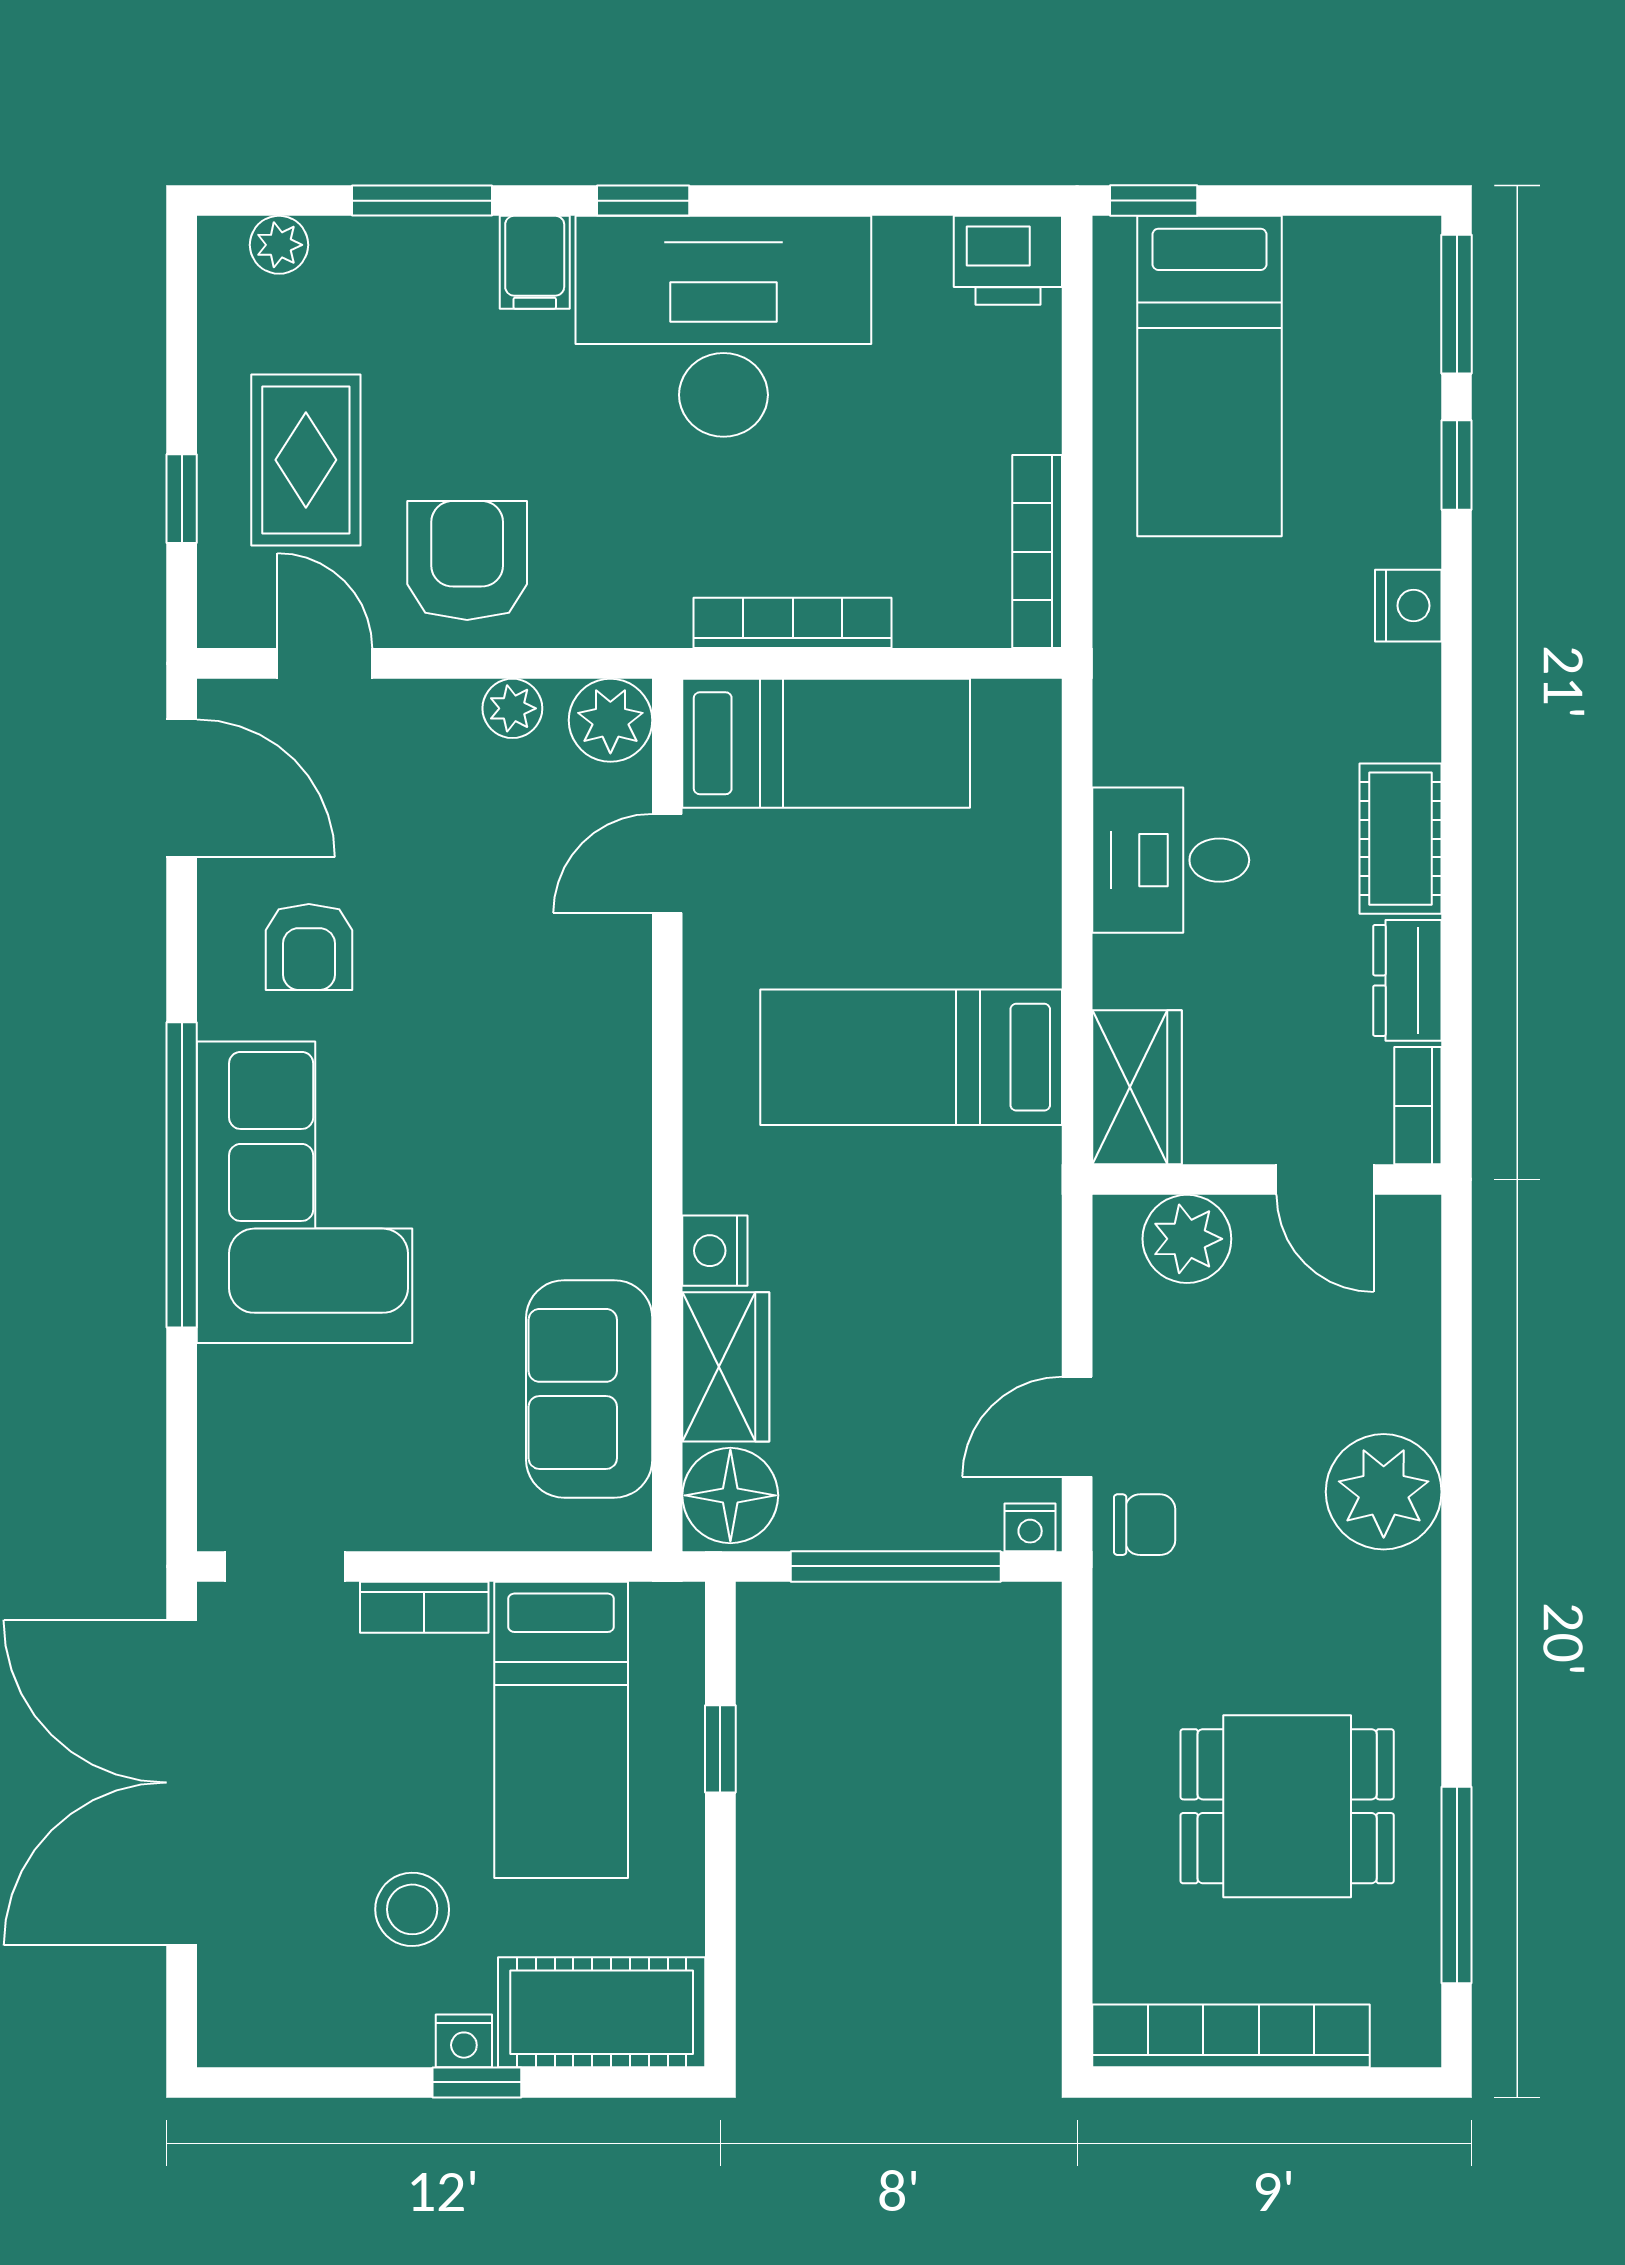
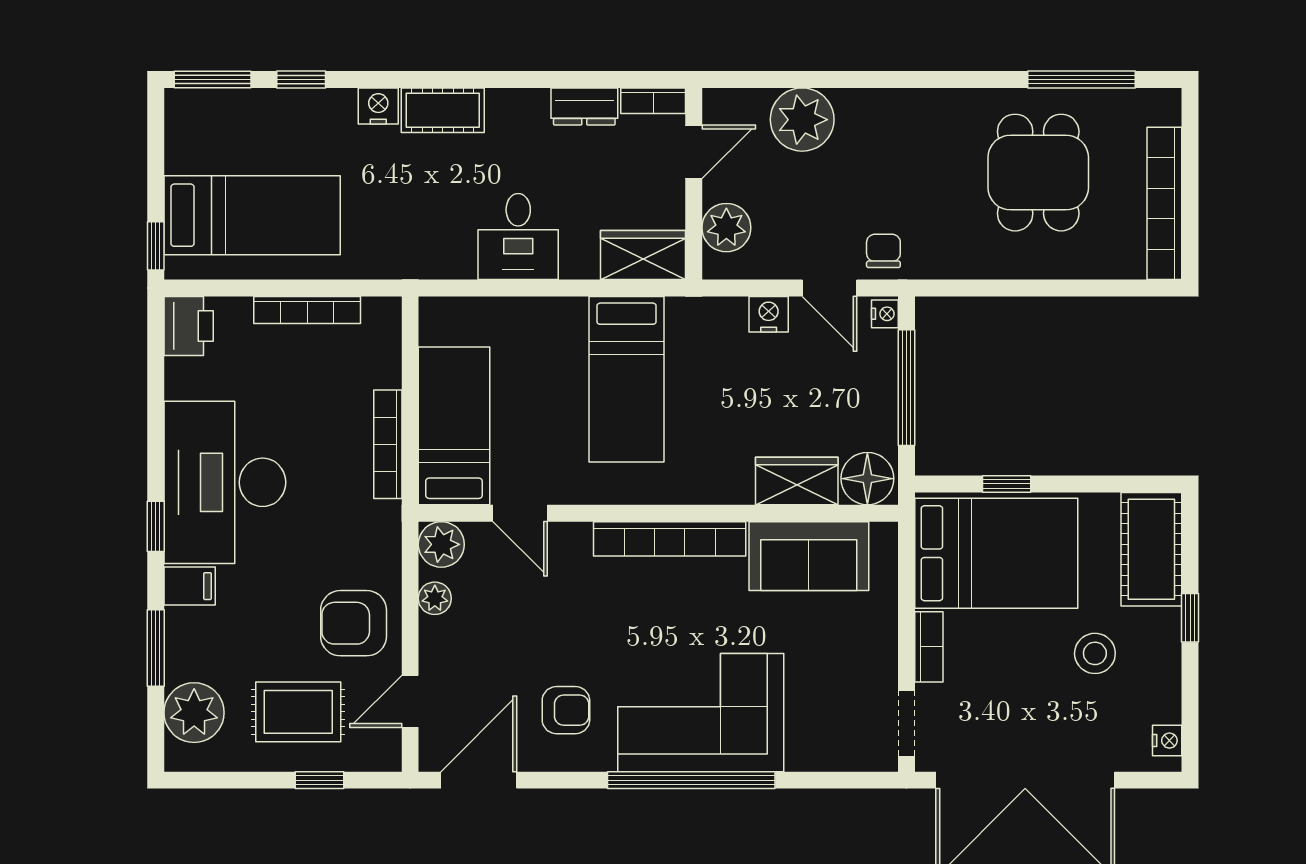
plant: (279, 245) -> (194, 713), width x1.87, depth x1.87
bookcase: (1037, 552) -> (307, 310), moved
cot: (1400, 839) -> (443, 110), moved
bookcase: (621, 1136) -> (670, 539), added
nightstand: (715, 1251) -> (769, 314), moved, turned 180
plant: (1384, 1492) -> (802, 120), moved
bed: (561, 1730) -> (996, 553), width x1.50
nightstand: (464, 2041) -> (1167, 741), moved

